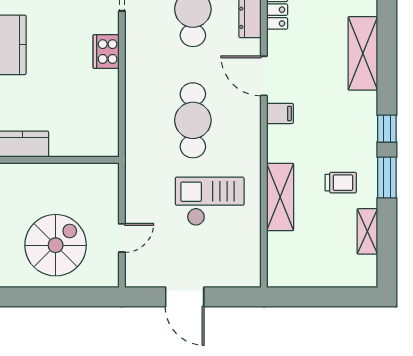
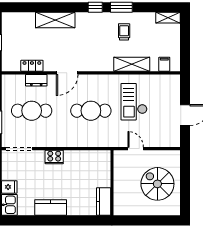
filing cabinet: (280, 113) -> (164, 64), moved
shelving: (367, 231) -> (168, 18), moved
door: (122, 238) -> (136, 149), moved

